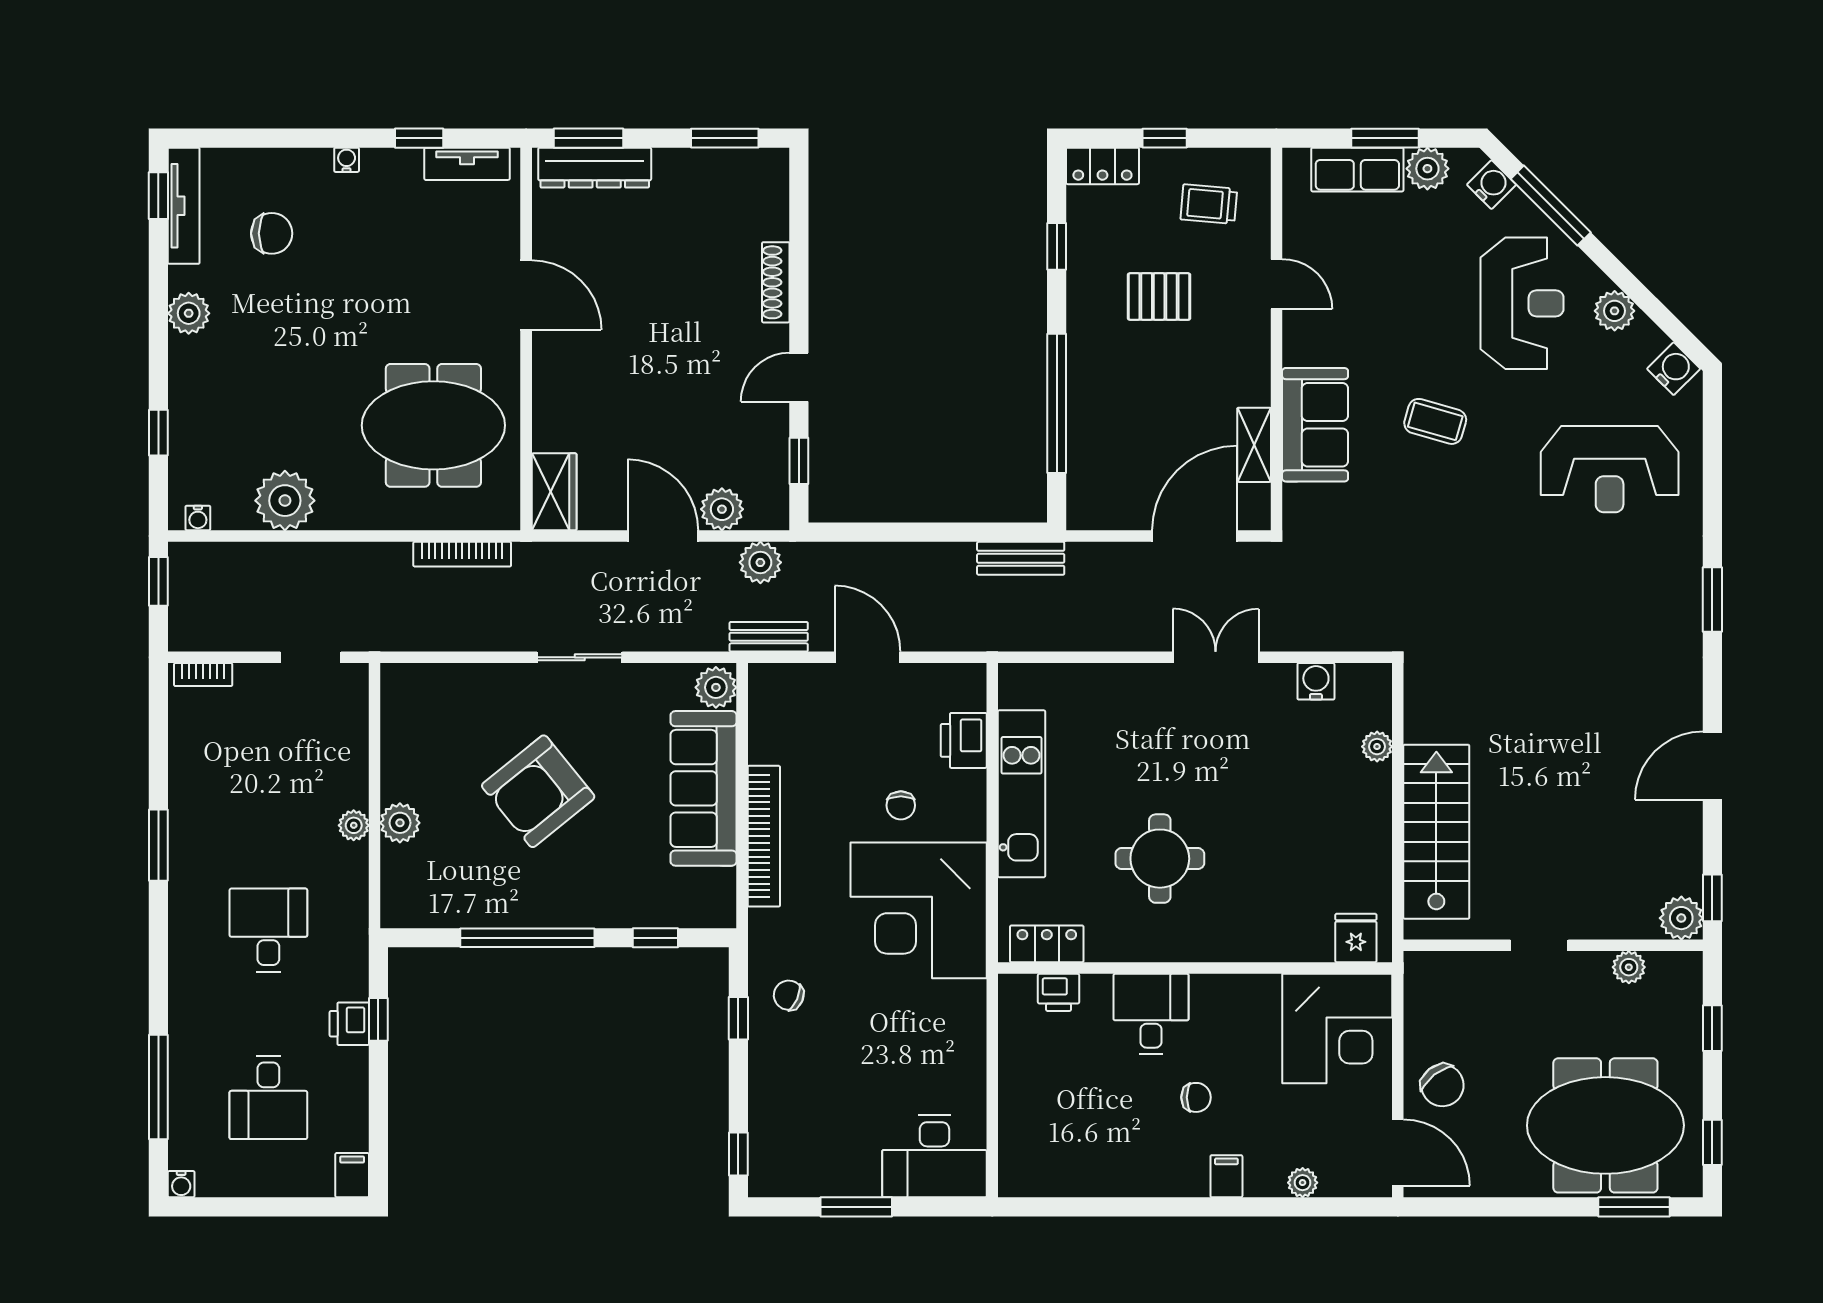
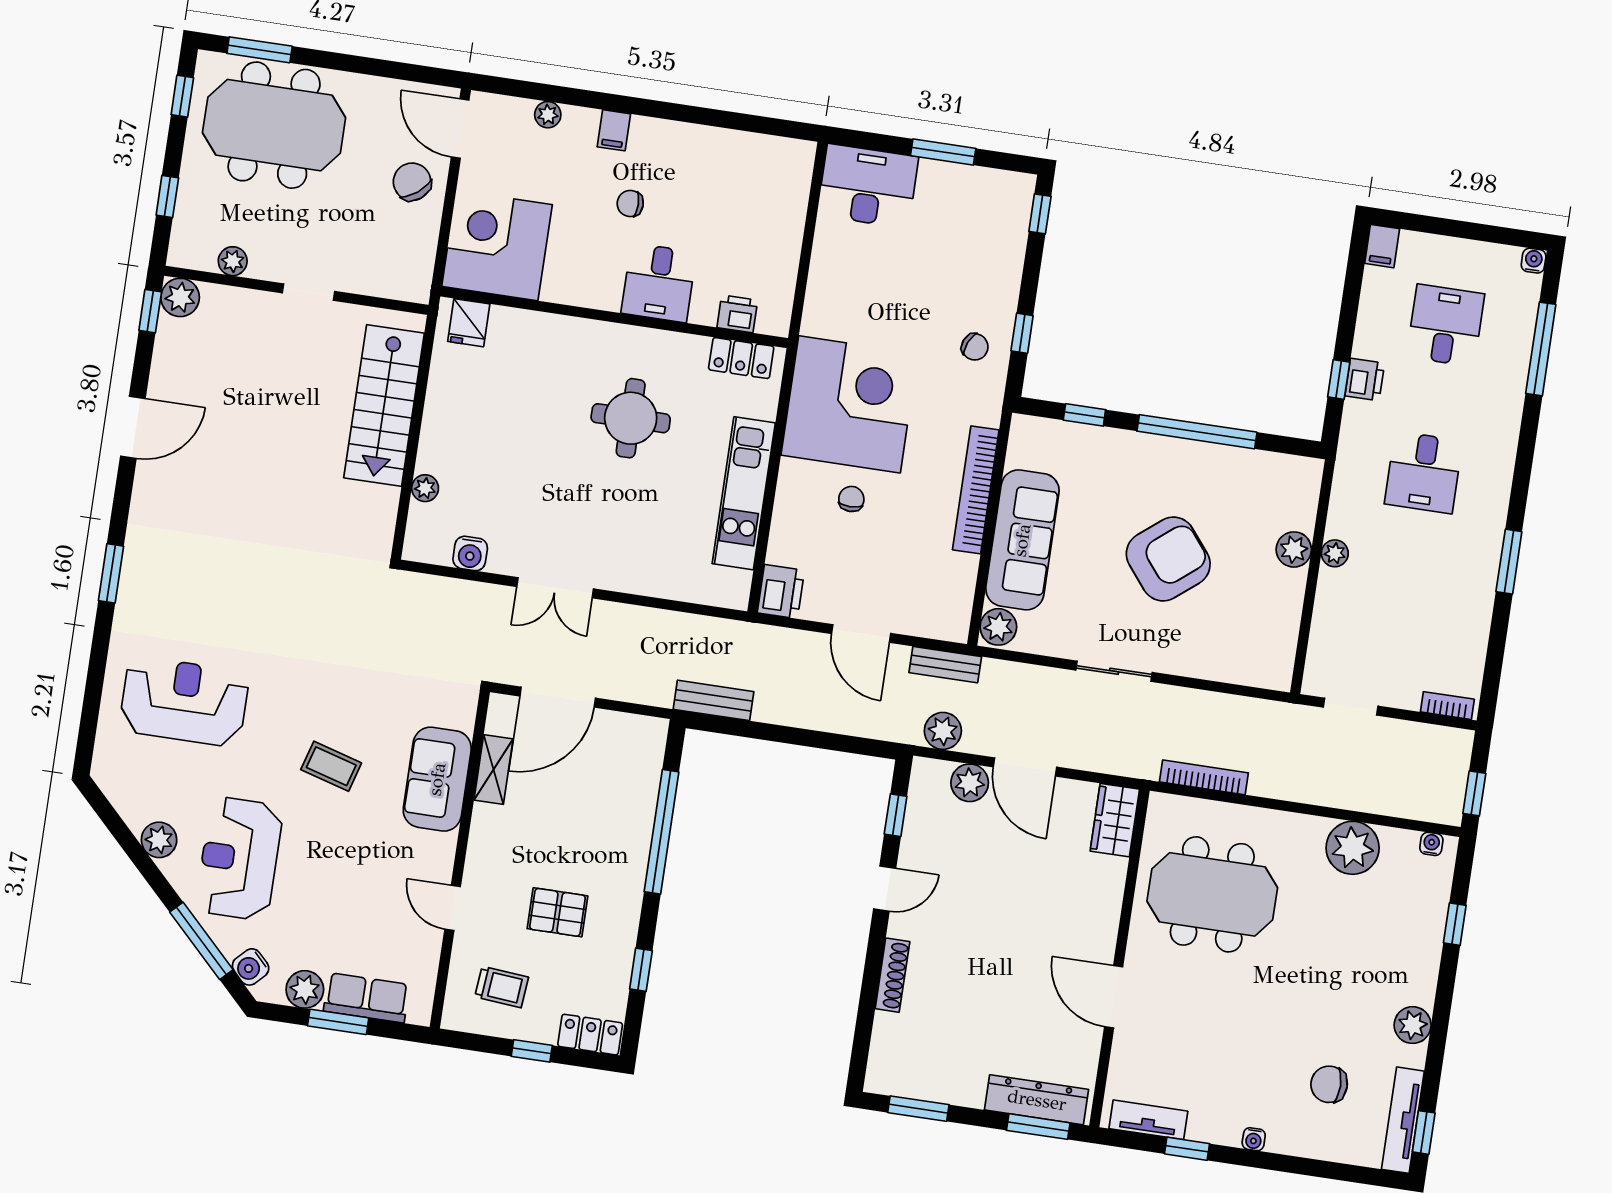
water cooler: (1674, 369) -> (115, 781), removed
printer: (964, 740) -> (781, 592), moved

